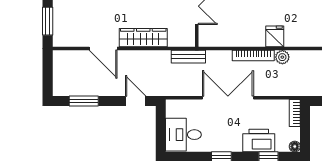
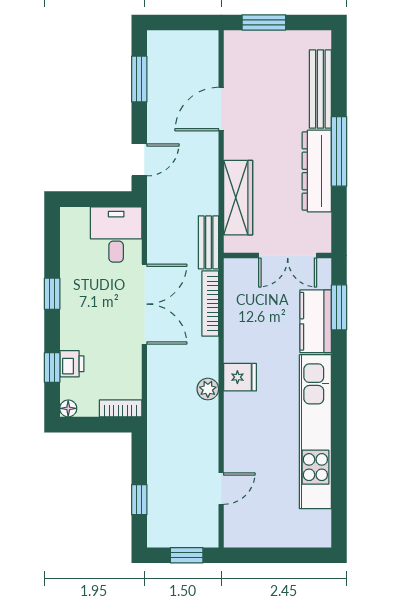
wardrobe: (143, 38) -> (238, 198), moved
bookcase: (253, 56) -> (210, 304), moved
desk: (183, 135) -> (116, 235), moved
printer: (259, 141) -> (72, 364), width x0.53, depth x0.68

